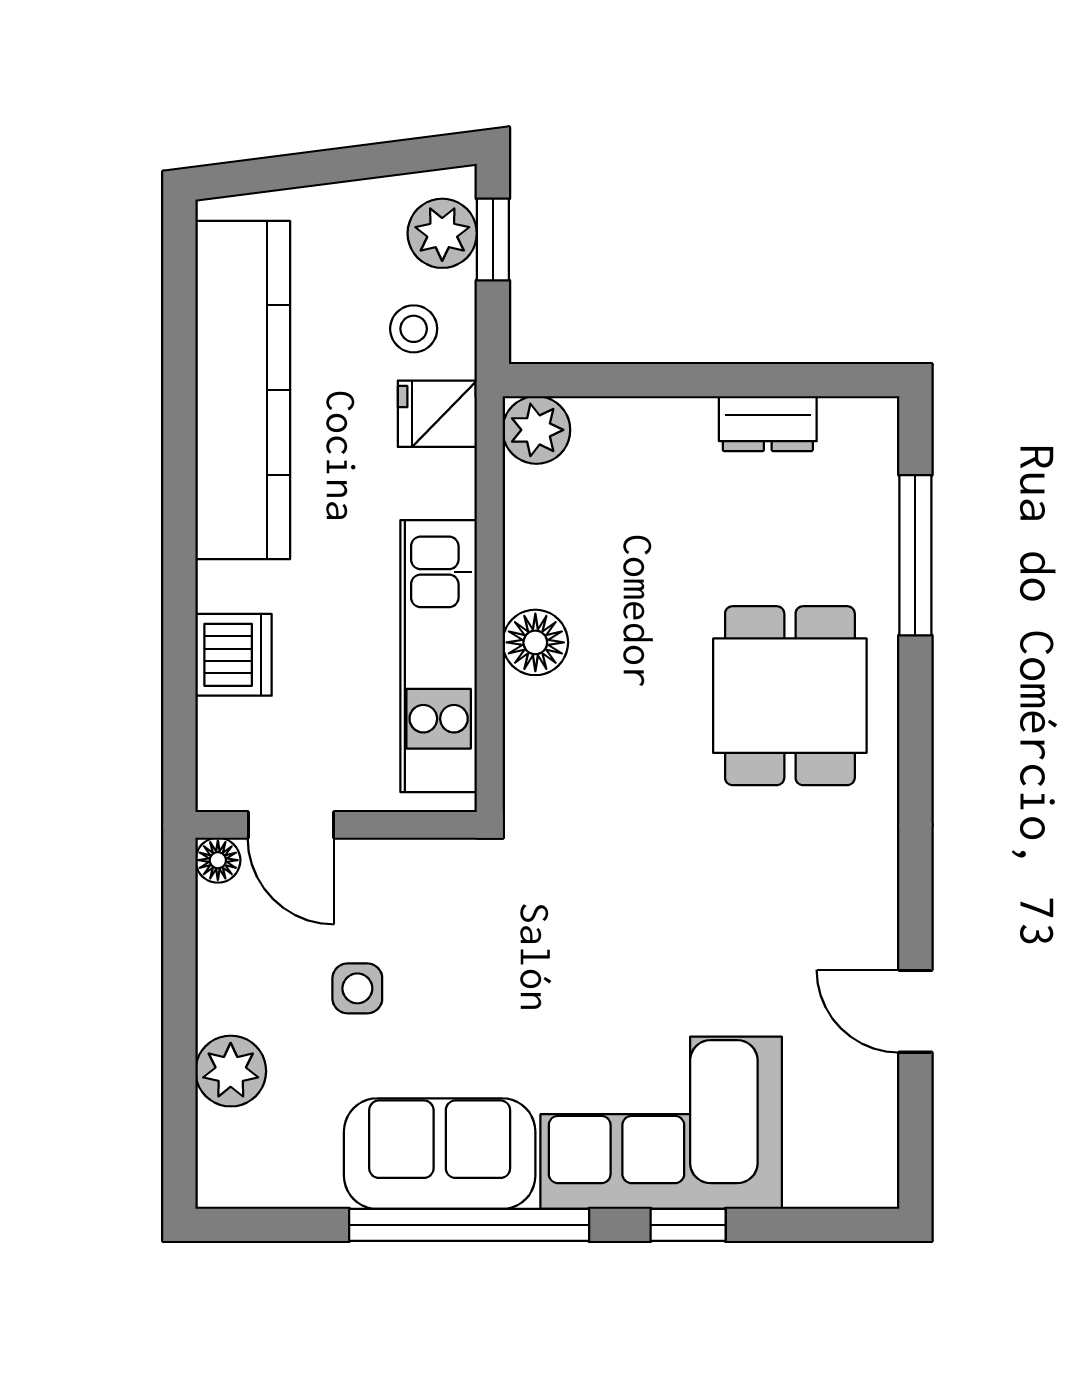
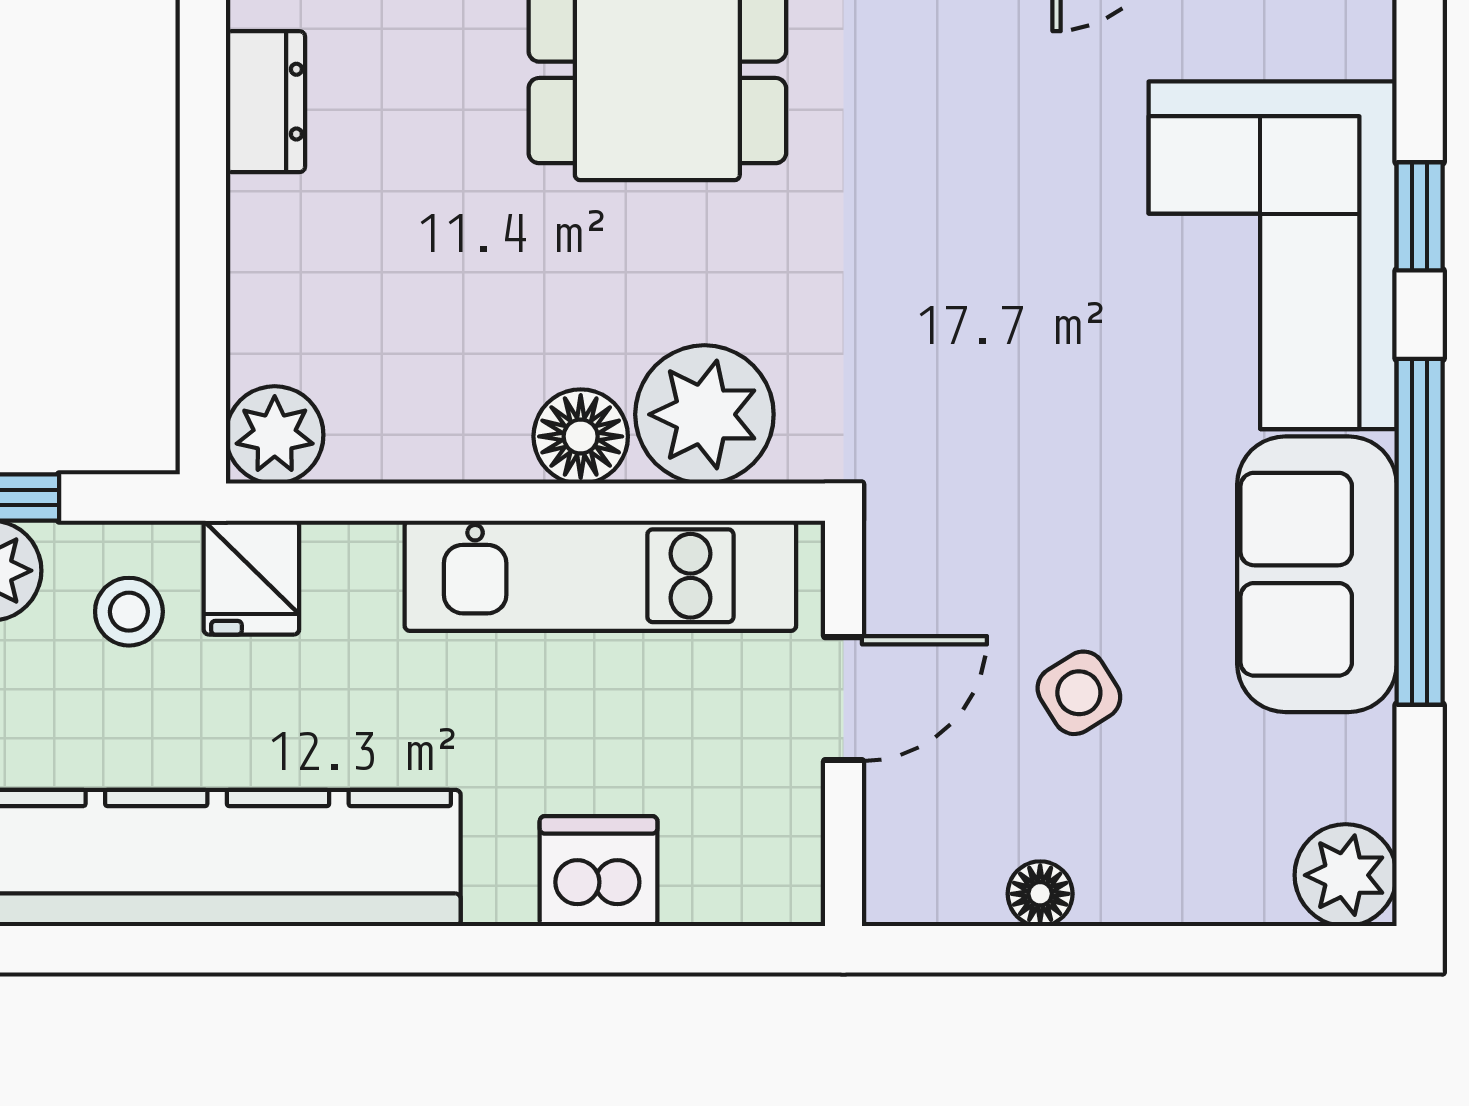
plant: (551, 728) -> (704, 414), added
door: (291, 825) -> (844, 699), moved
floor lamp: (218, 860) -> (1040, 894), moved
side table: (357, 988) -> (1079, 693), turned -32
plant: (231, 1071) -> (1346, 875), moved

